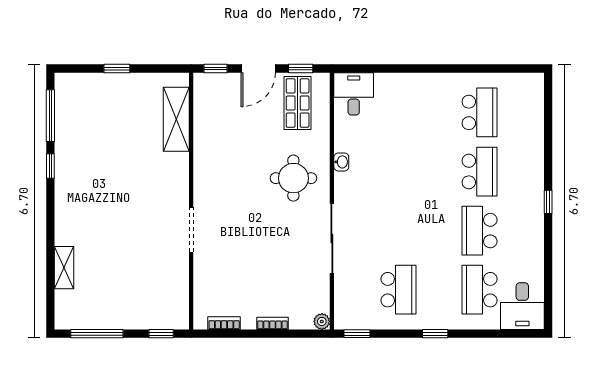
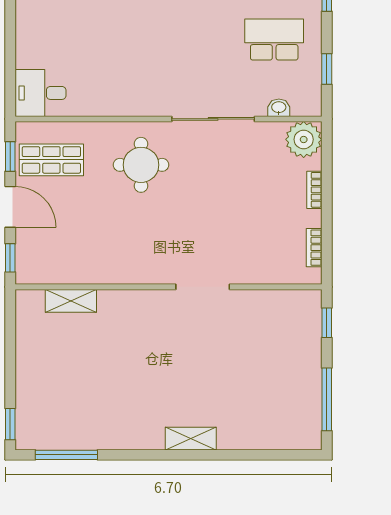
window: (117, 68) -> (10, 424), moved
shelving: (176, 119) -> (71, 301), width x0.67, depth x0.75
washbasin: (341, 162) -> (279, 108), moved
window: (50, 166) -> (127, 455), removed
shelving: (64, 268) -> (191, 439), moved
plant: (322, 321) -> (304, 139), width x1.88, depth x1.88
window: (357, 334) -> (327, 69), moved

